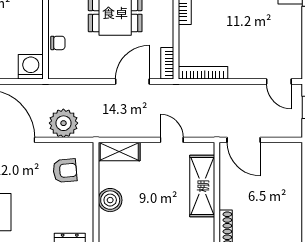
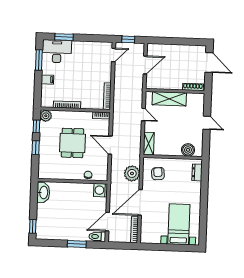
door: (132, 81) -> (110, 145), moved
door: (172, 140) -> (143, 115), swing flipped
door: (244, 140) -> (145, 65), moved
boiler: (110, 200) -> (188, 150), moved

